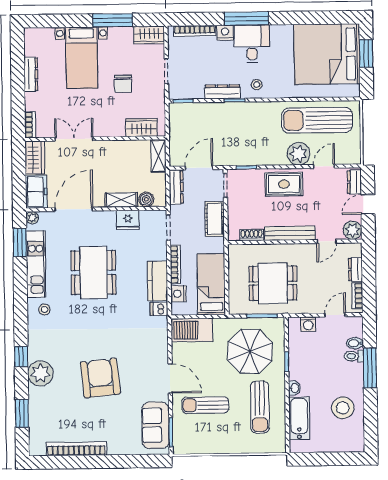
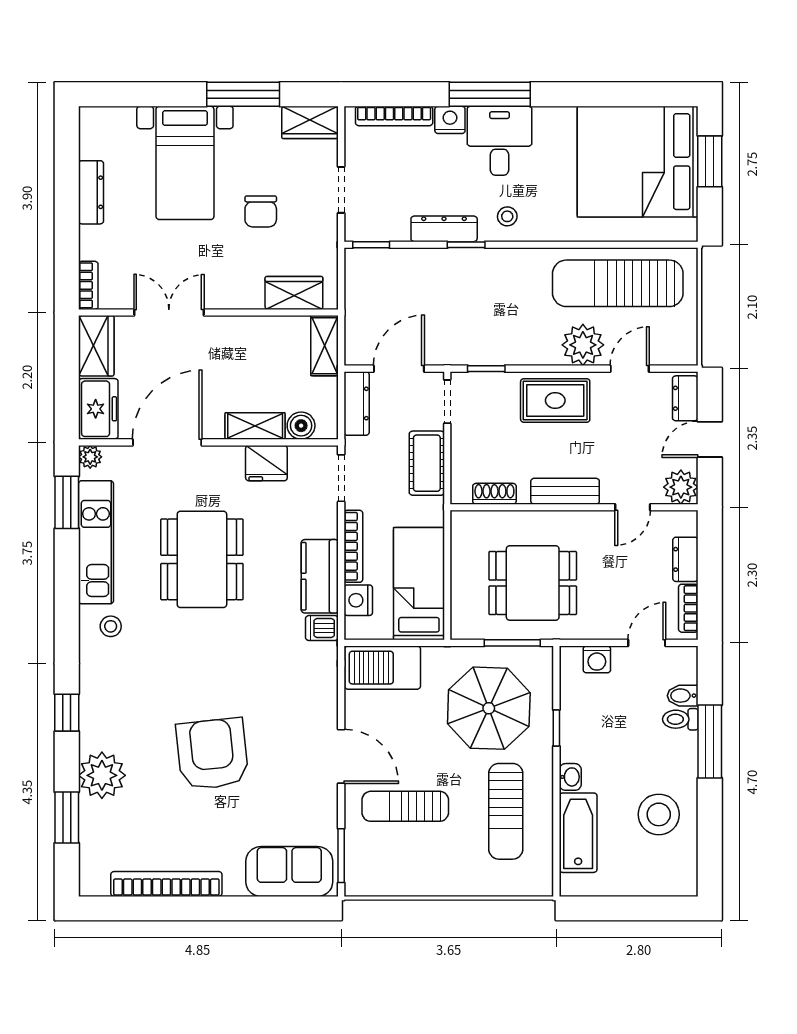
bench: (290, 233) -> (565, 491), width x0.73
plant: (40, 373) -> (102, 775), moved
sofa: (156, 425) -> (289, 871), moved, turned 90

